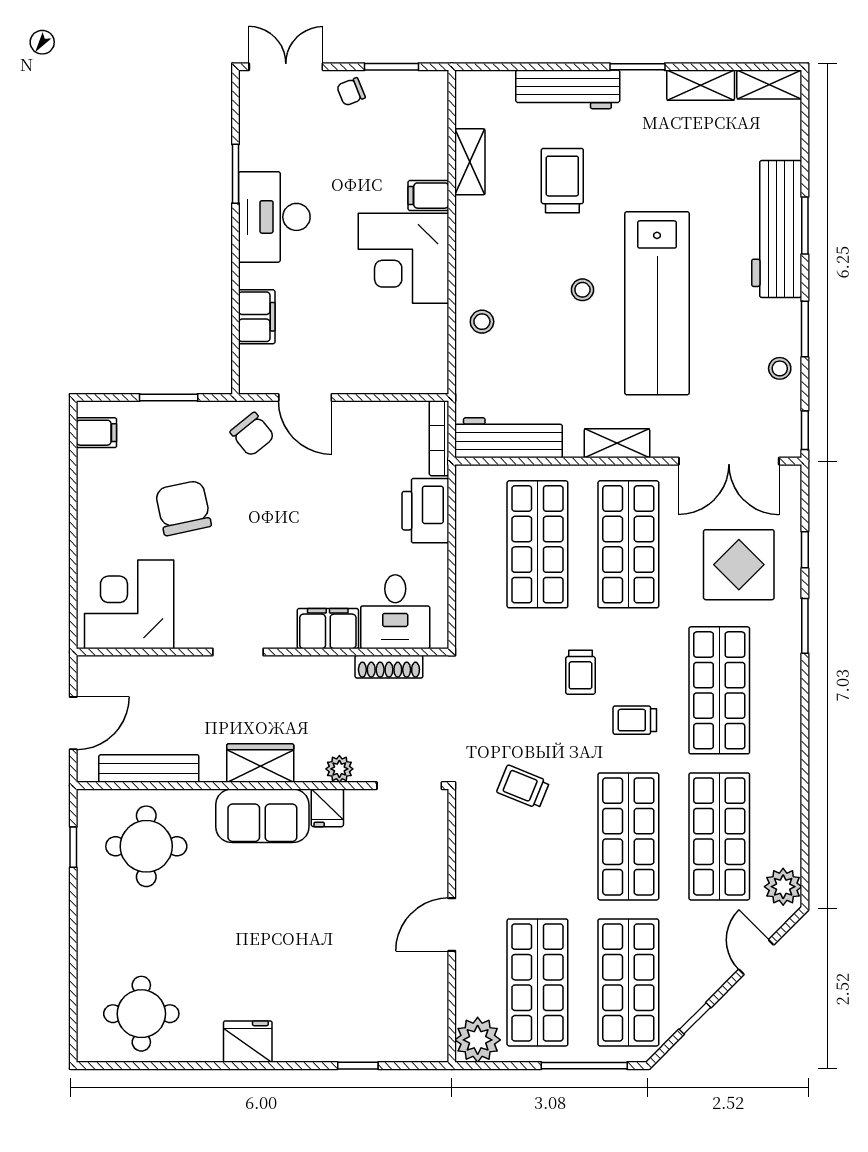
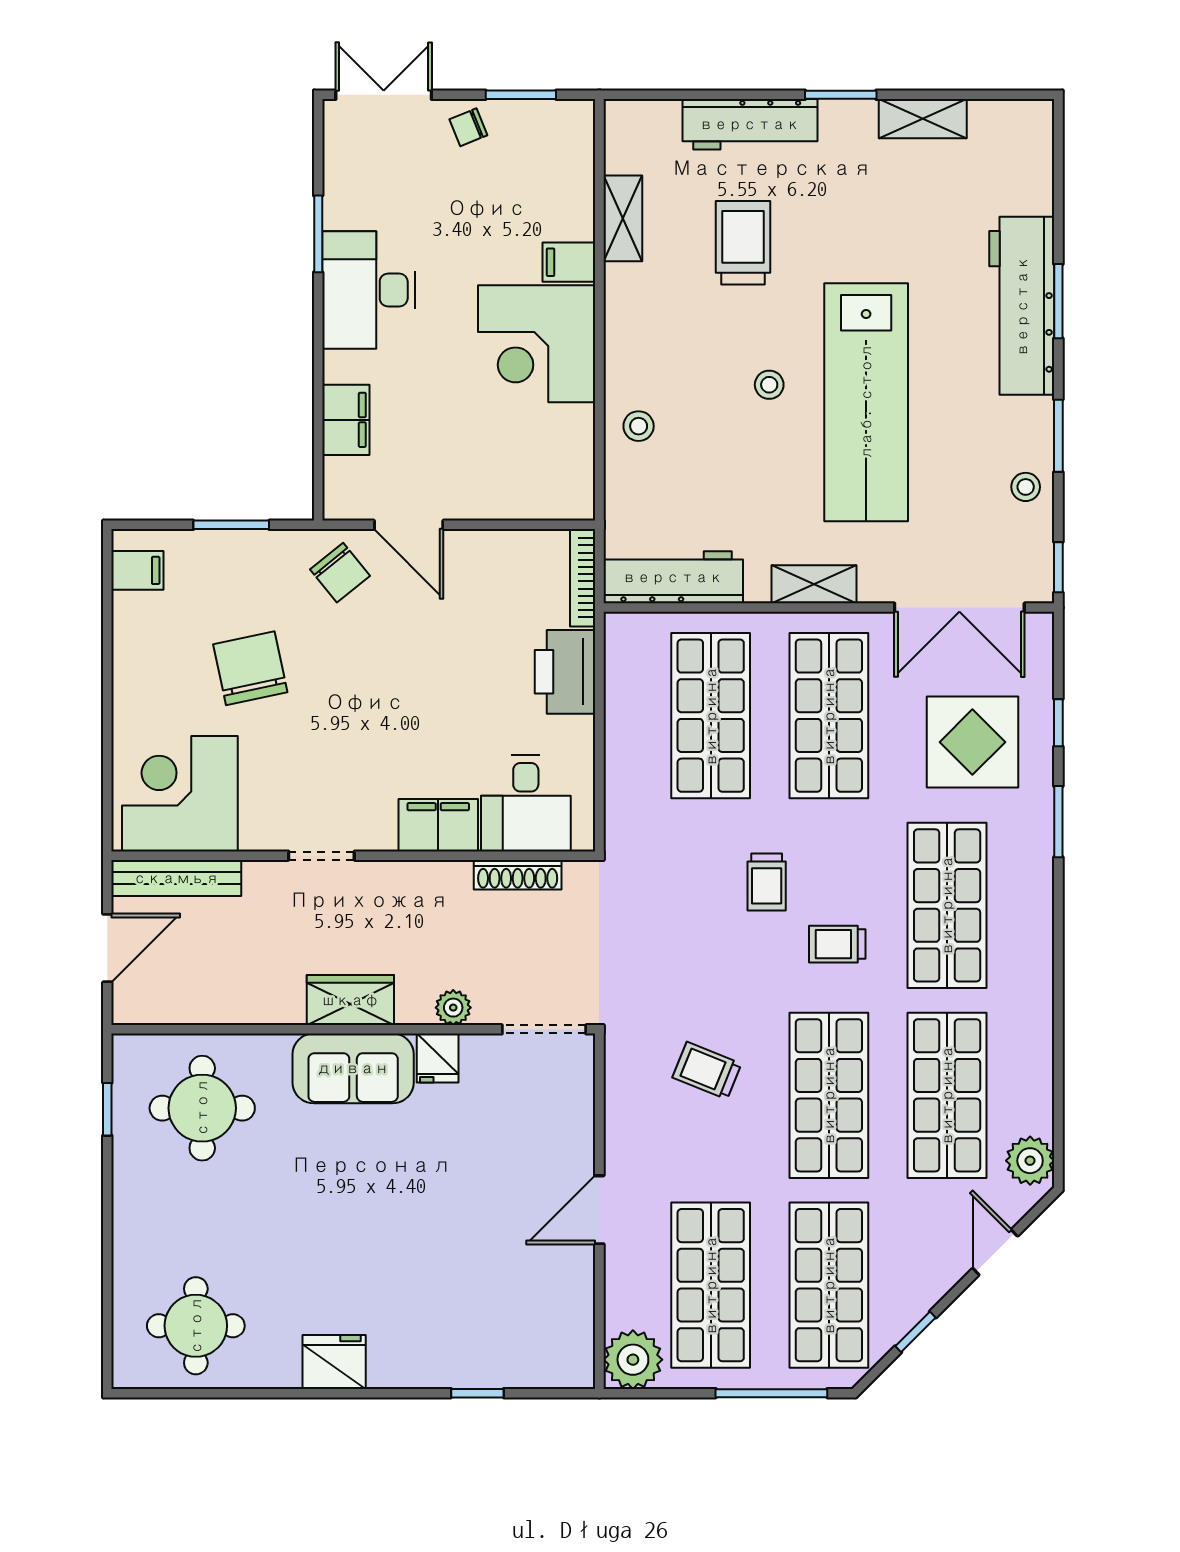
shelving: (769, 84) -> (1012, 118), removed
bench: (149, 769) -> (176, 878), moved
trolley: (523, 787) -> (707, 1071), moved

